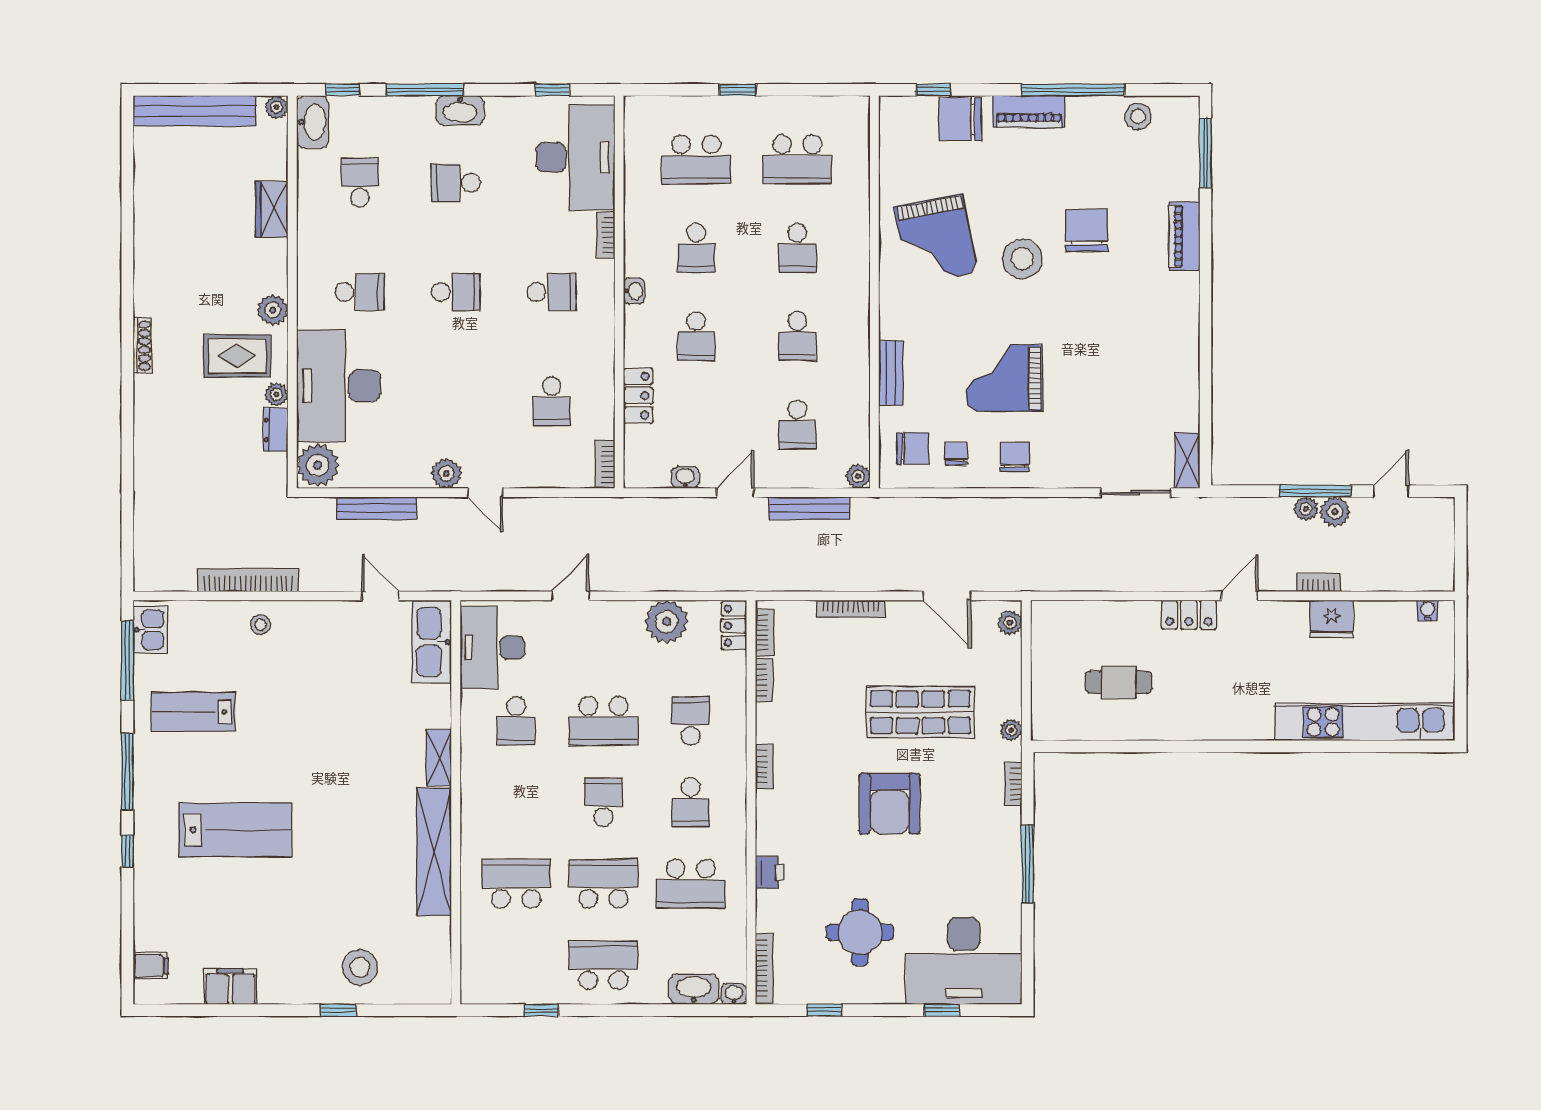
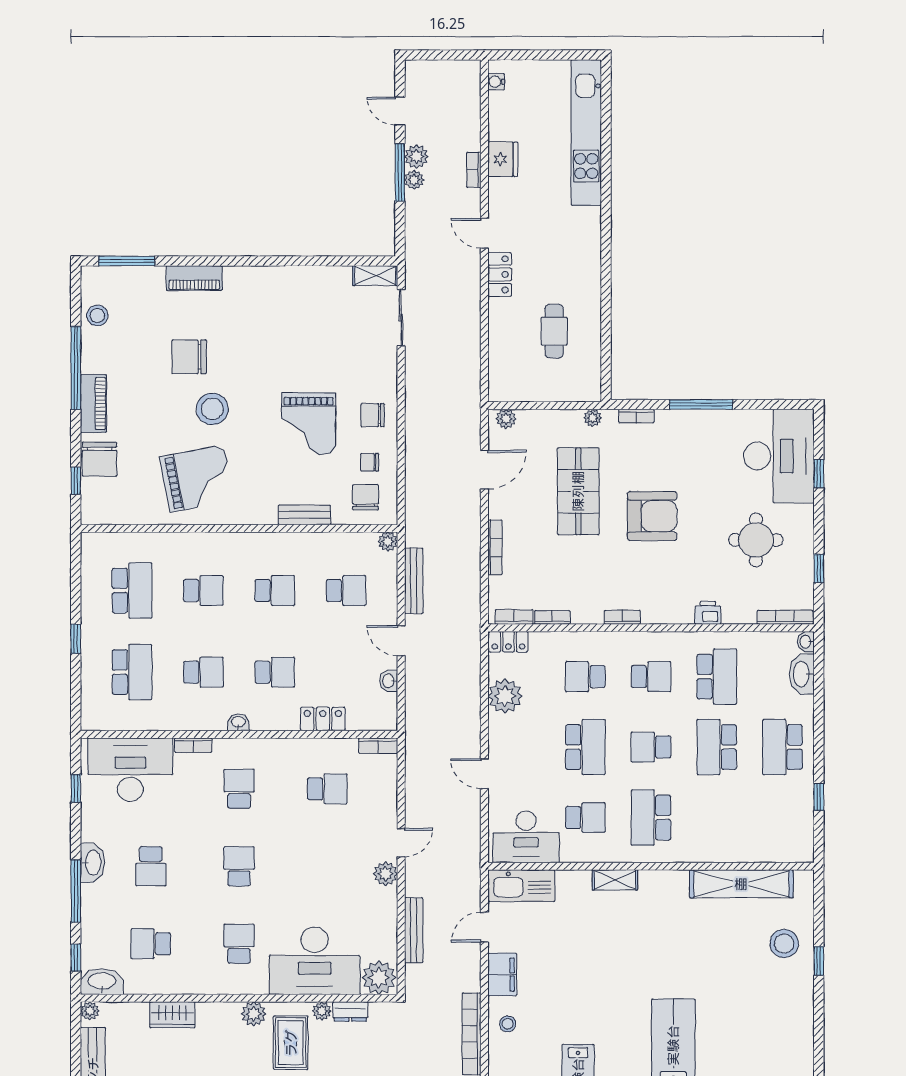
shelving: (434, 852) -> (741, 884), moved
school desk: (516, 884) -> (651, 818), moved
filing cabinet: (230, 987) -> (502, 974), moved, turned 180

